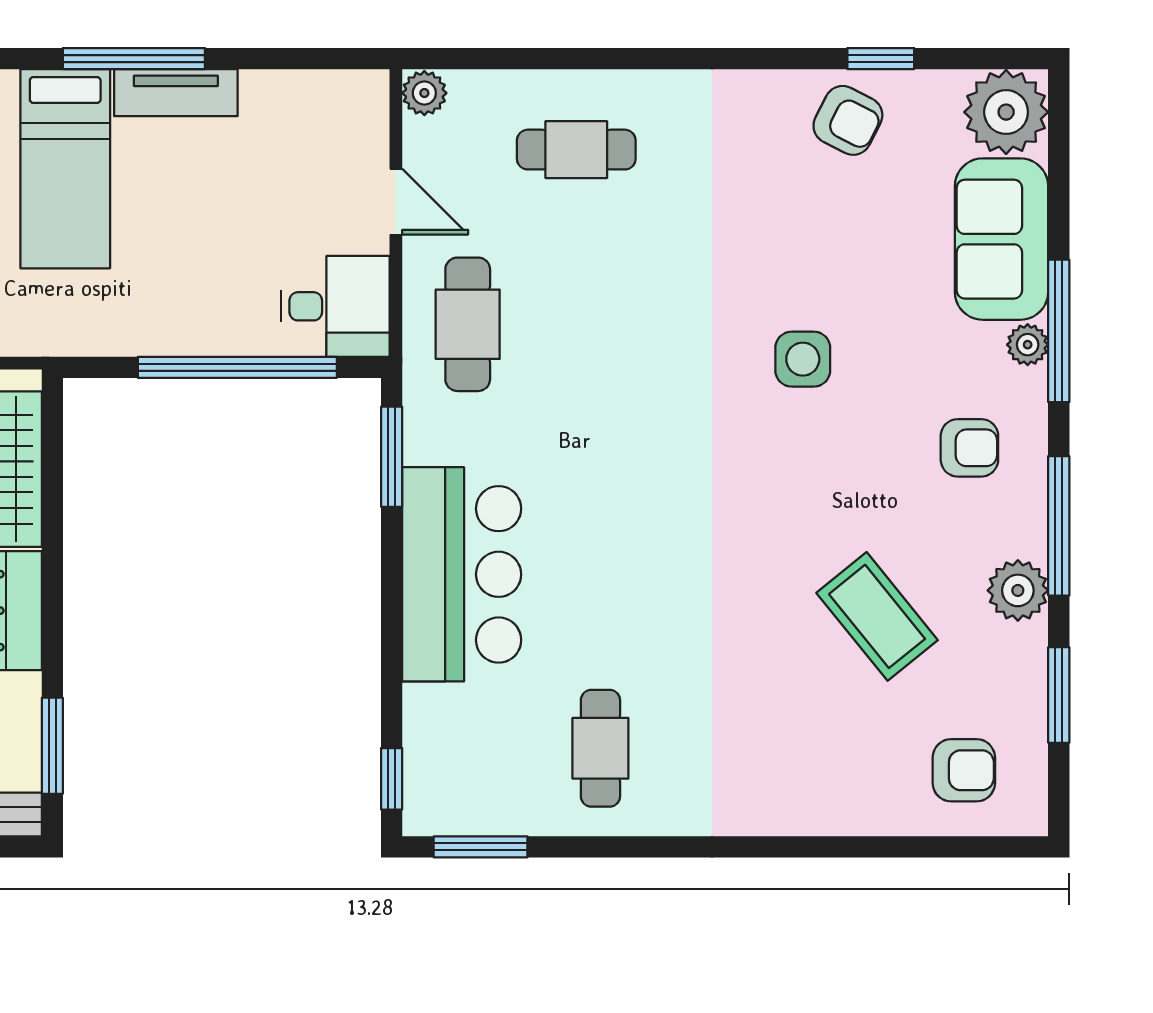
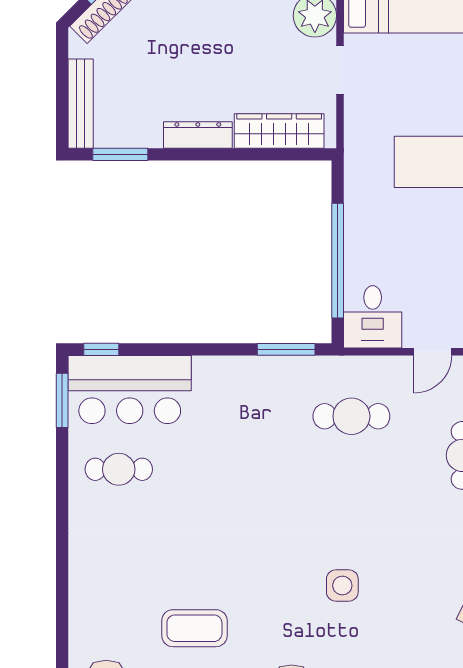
cafe table: (468, 324) -> (351, 416), moved
bar counter: (462, 574) -> (130, 390), moved
coffee table: (877, 616) -> (194, 628), turned 39

